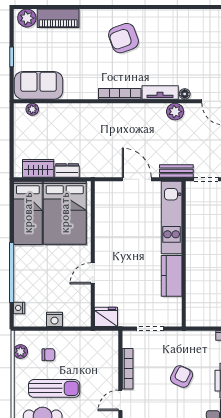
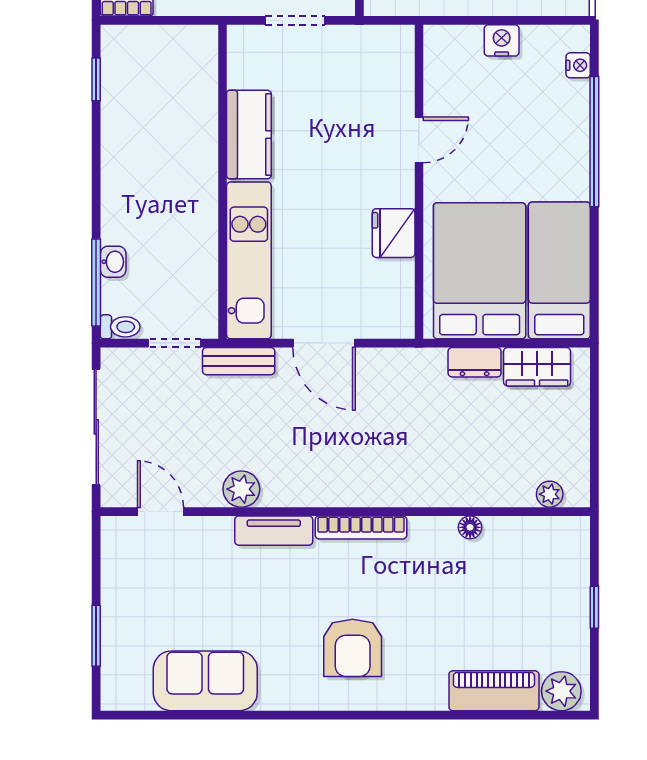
armchair: (124, 38) -> (353, 648), turned 110
sofa: (38, 85) -> (205, 681), moved, turned 180
floor lamp: (185, 94) -> (470, 527), moved
fridge: (106, 317) -> (394, 233), moved, turned 90

